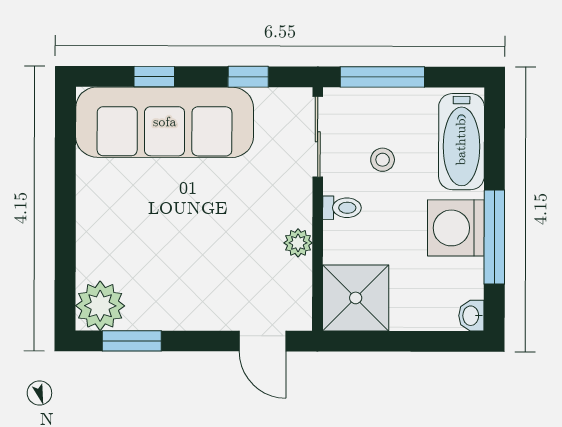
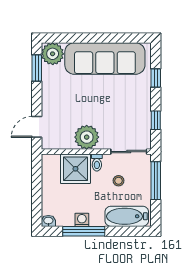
sofa: (165, 122) -> (105, 59), moved, turned -90
washing machine: (456, 228) -> (82, 220), width x0.53, depth x0.53
plant: (298, 243) -> (87, 137), width x1.87, depth x1.87
shower: (356, 298) -> (75, 169), moved

